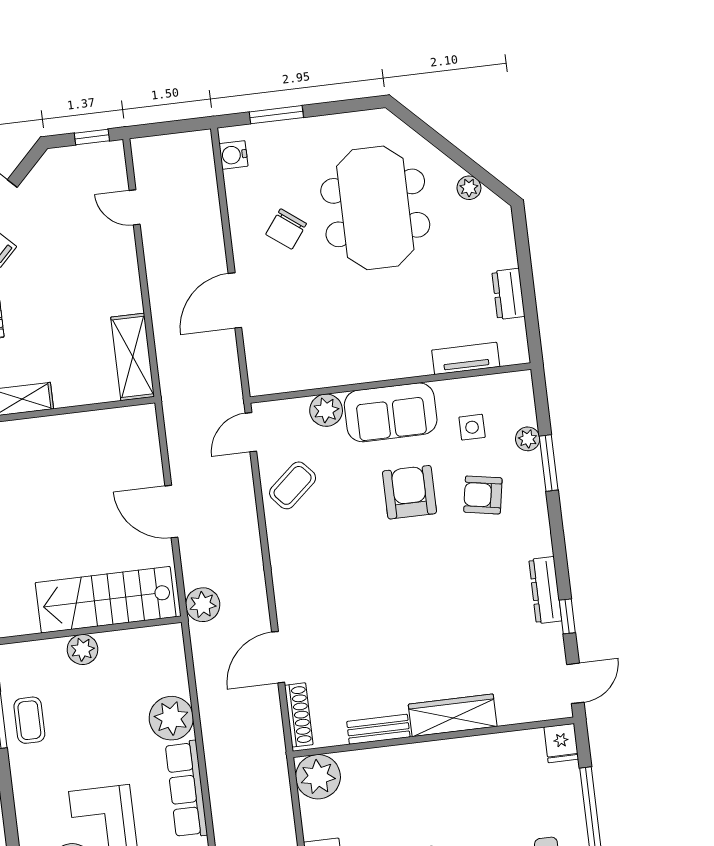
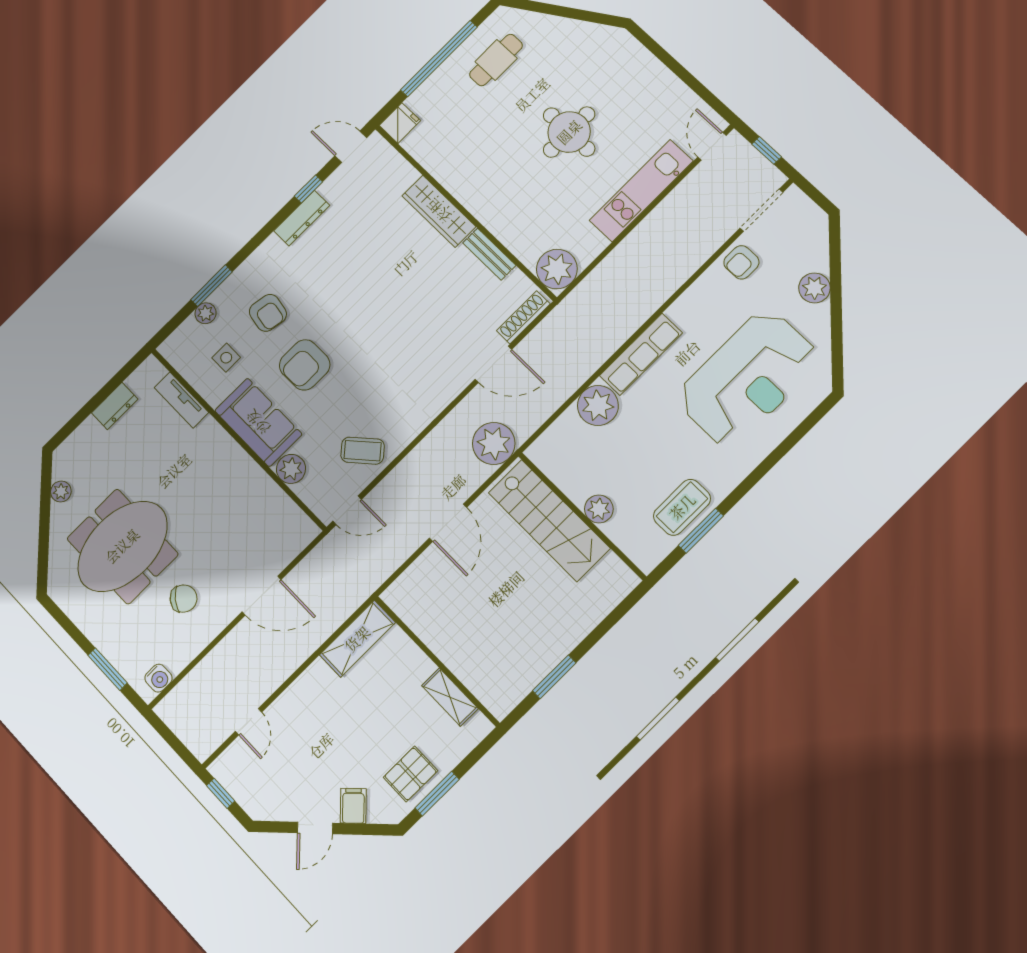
plant: (203, 605) -> (494, 443), width x1.36, depth x1.36
coffee table: (29, 720) -> (682, 507), width x1.36, depth x1.30

